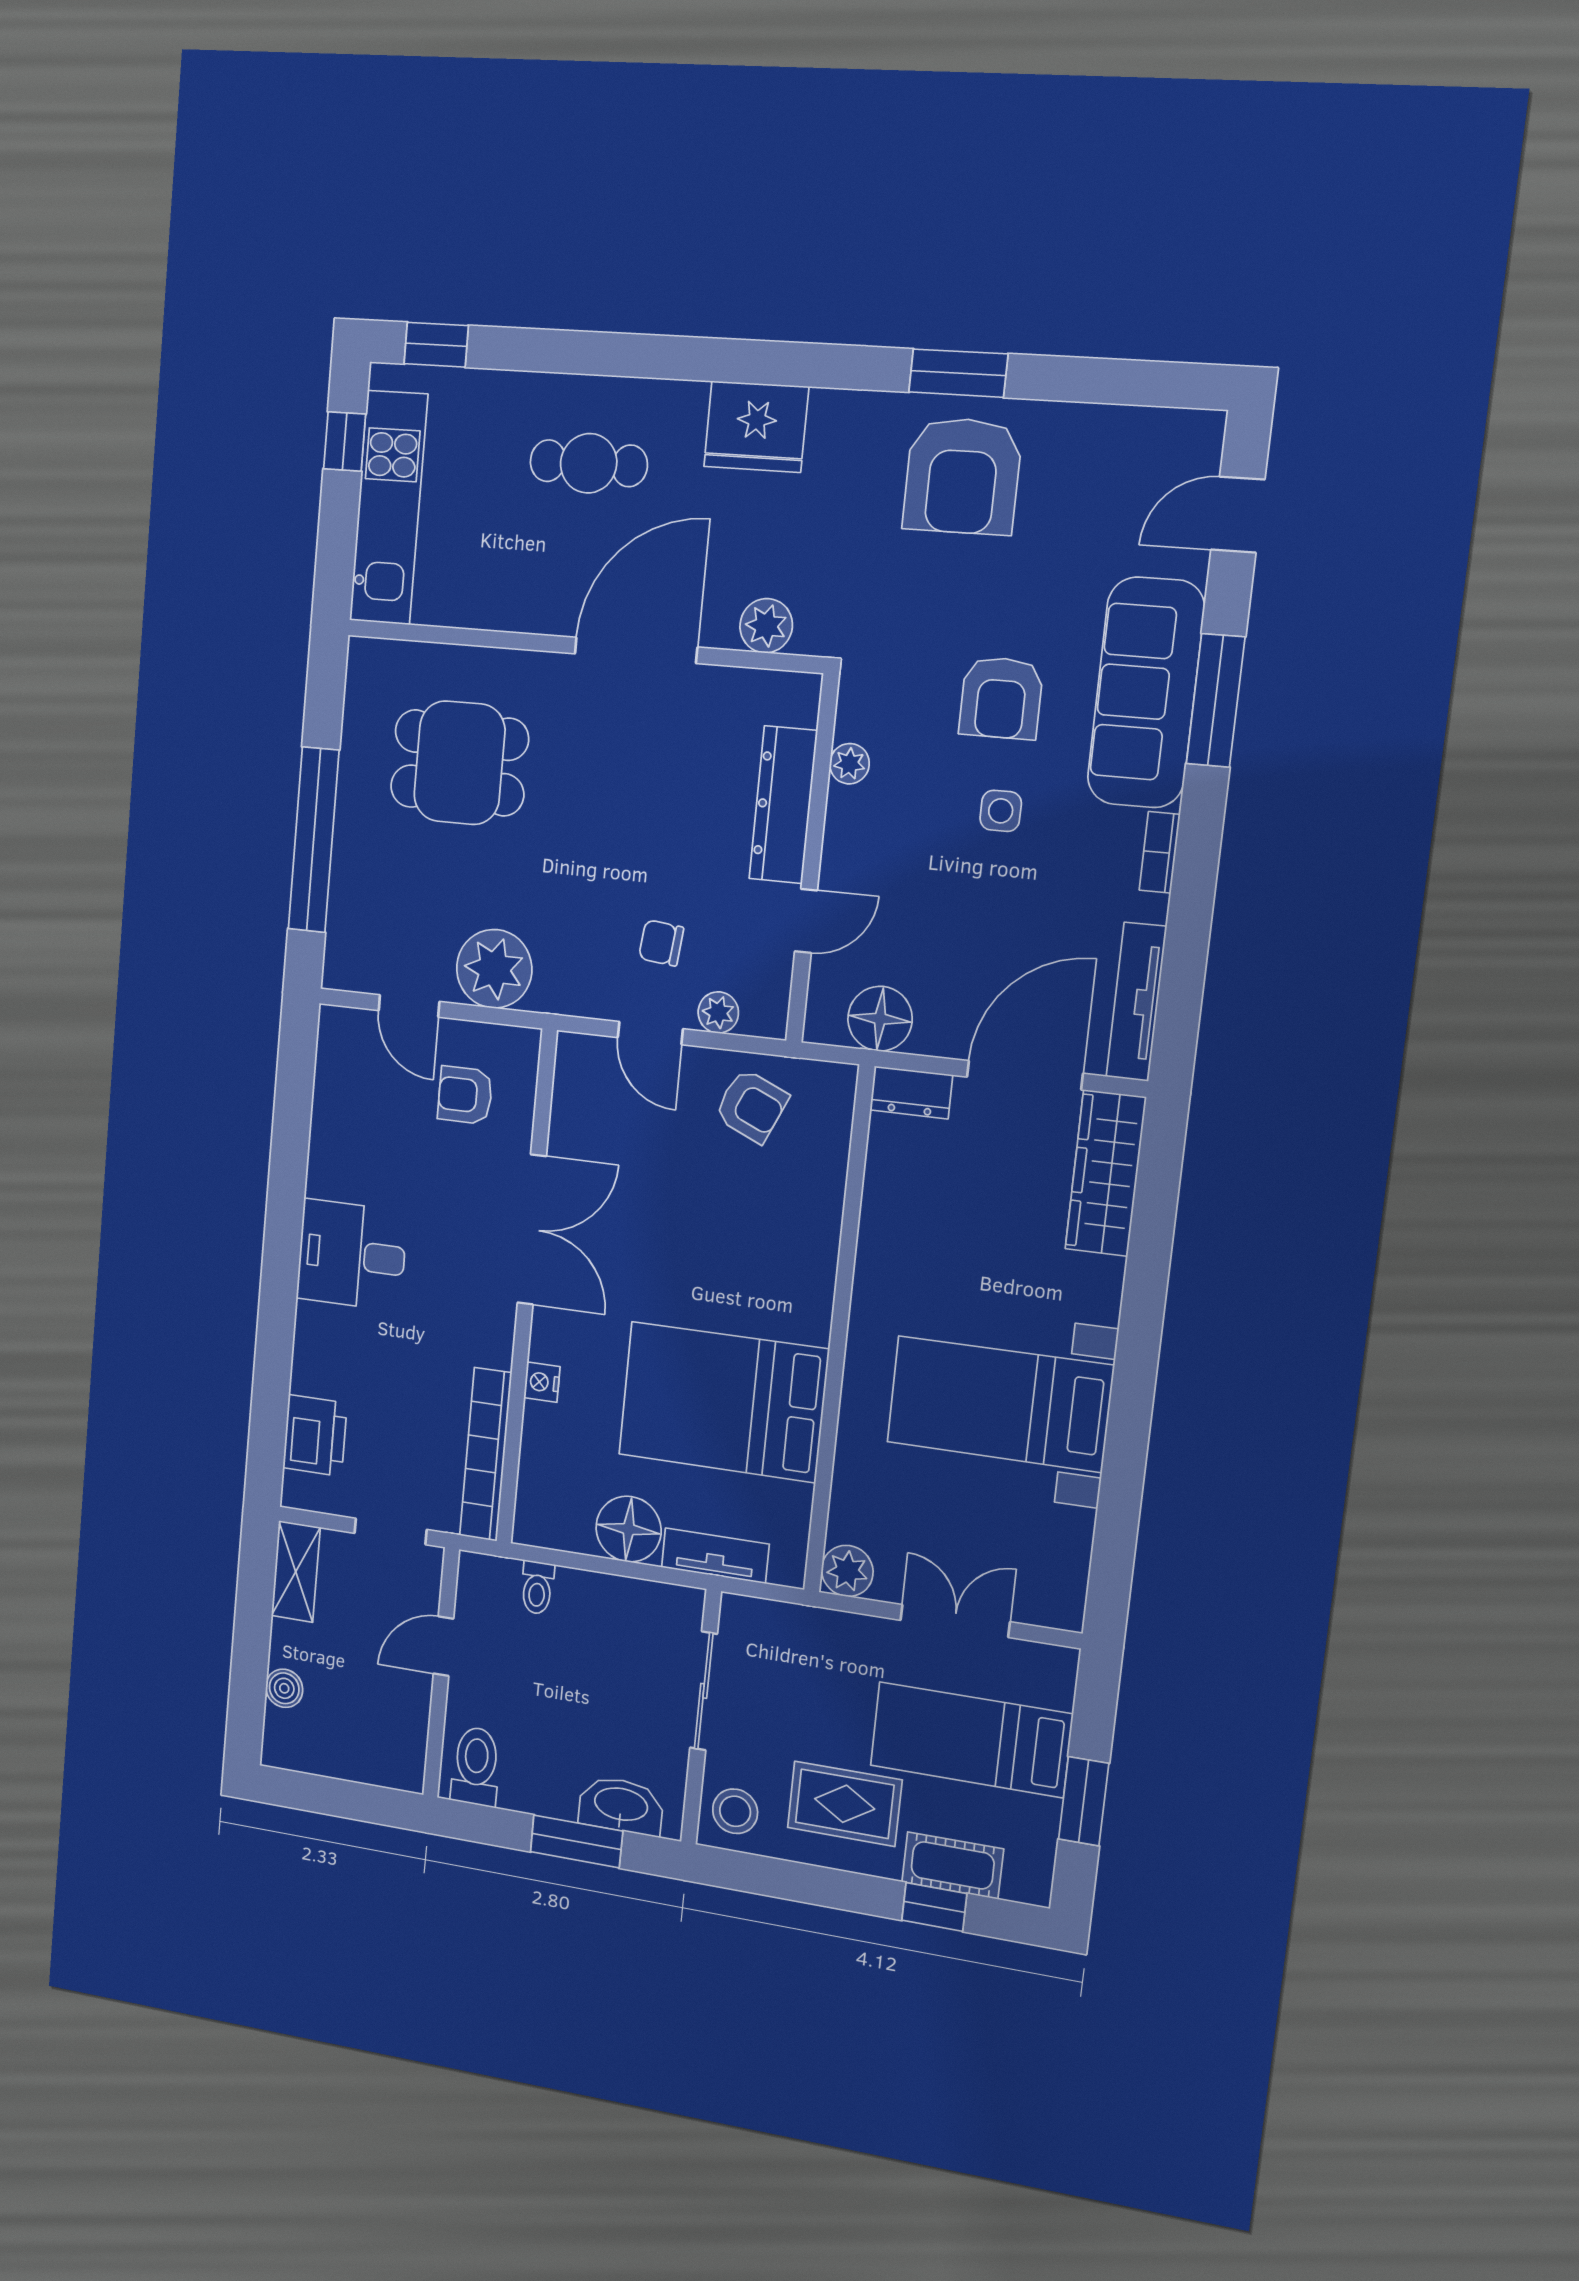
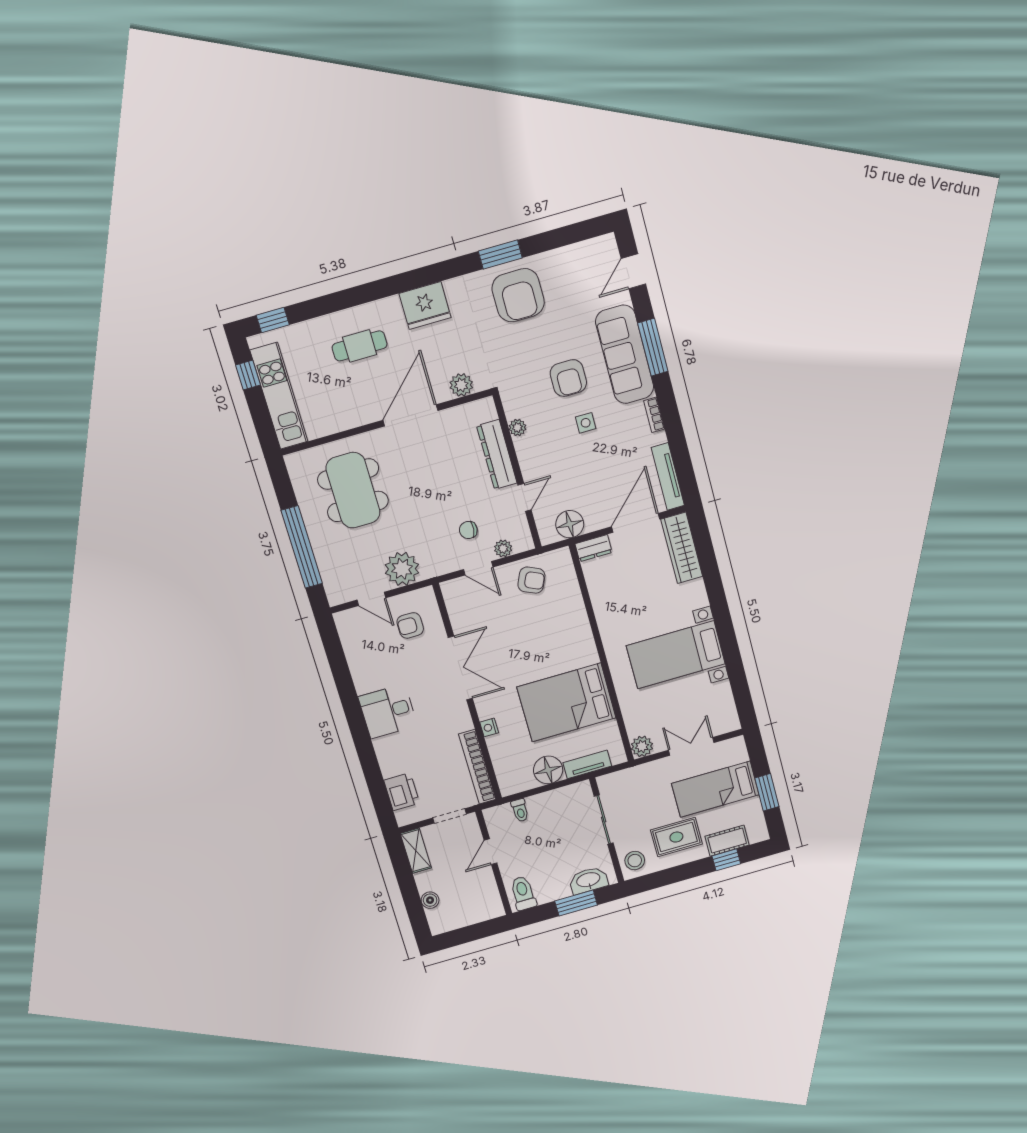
dining table: (459, 763) -> (353, 490), width x1.38

